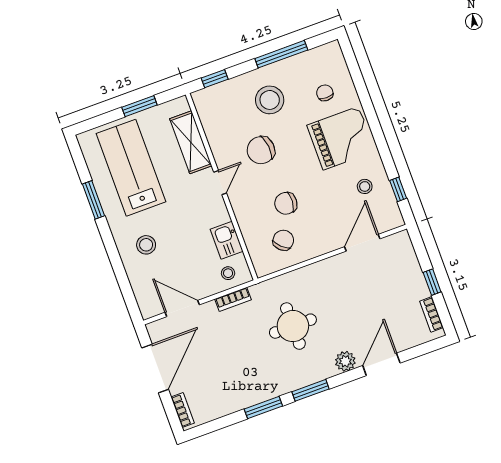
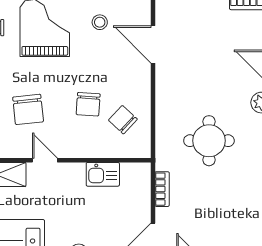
stool: (228, 273) -> (135, 185), removed

